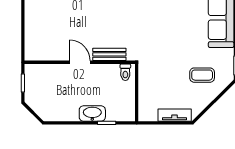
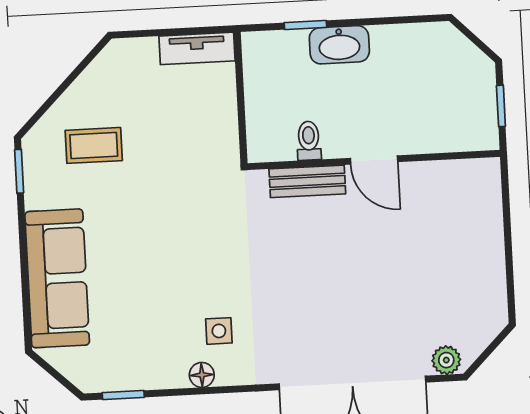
toilet: (125, 72) -> (309, 141), moved
tv unit: (175, 115) -> (197, 48), moved

